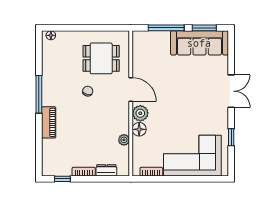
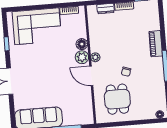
dining table: (101, 58) -> (117, 99), turned 90
plant: (124, 140) -> (95, 57), moved

